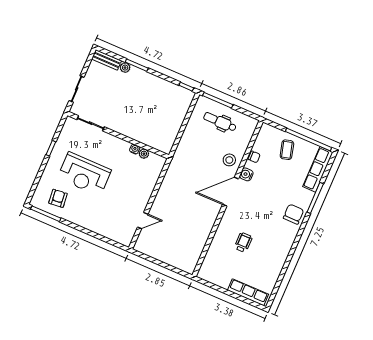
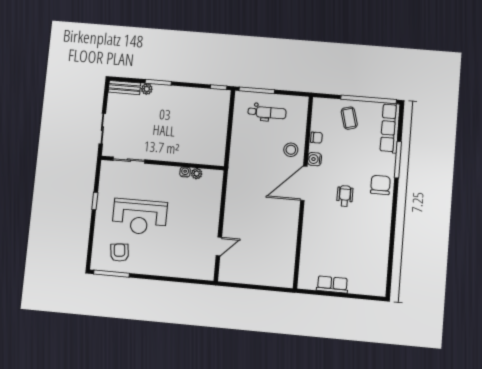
dental chair: (220, 122) -> (267, 112), turned 180
wheelchair: (243, 242) -> (345, 196), moved
row of seats: (248, 292) -> (332, 284), moved, width x0.68

